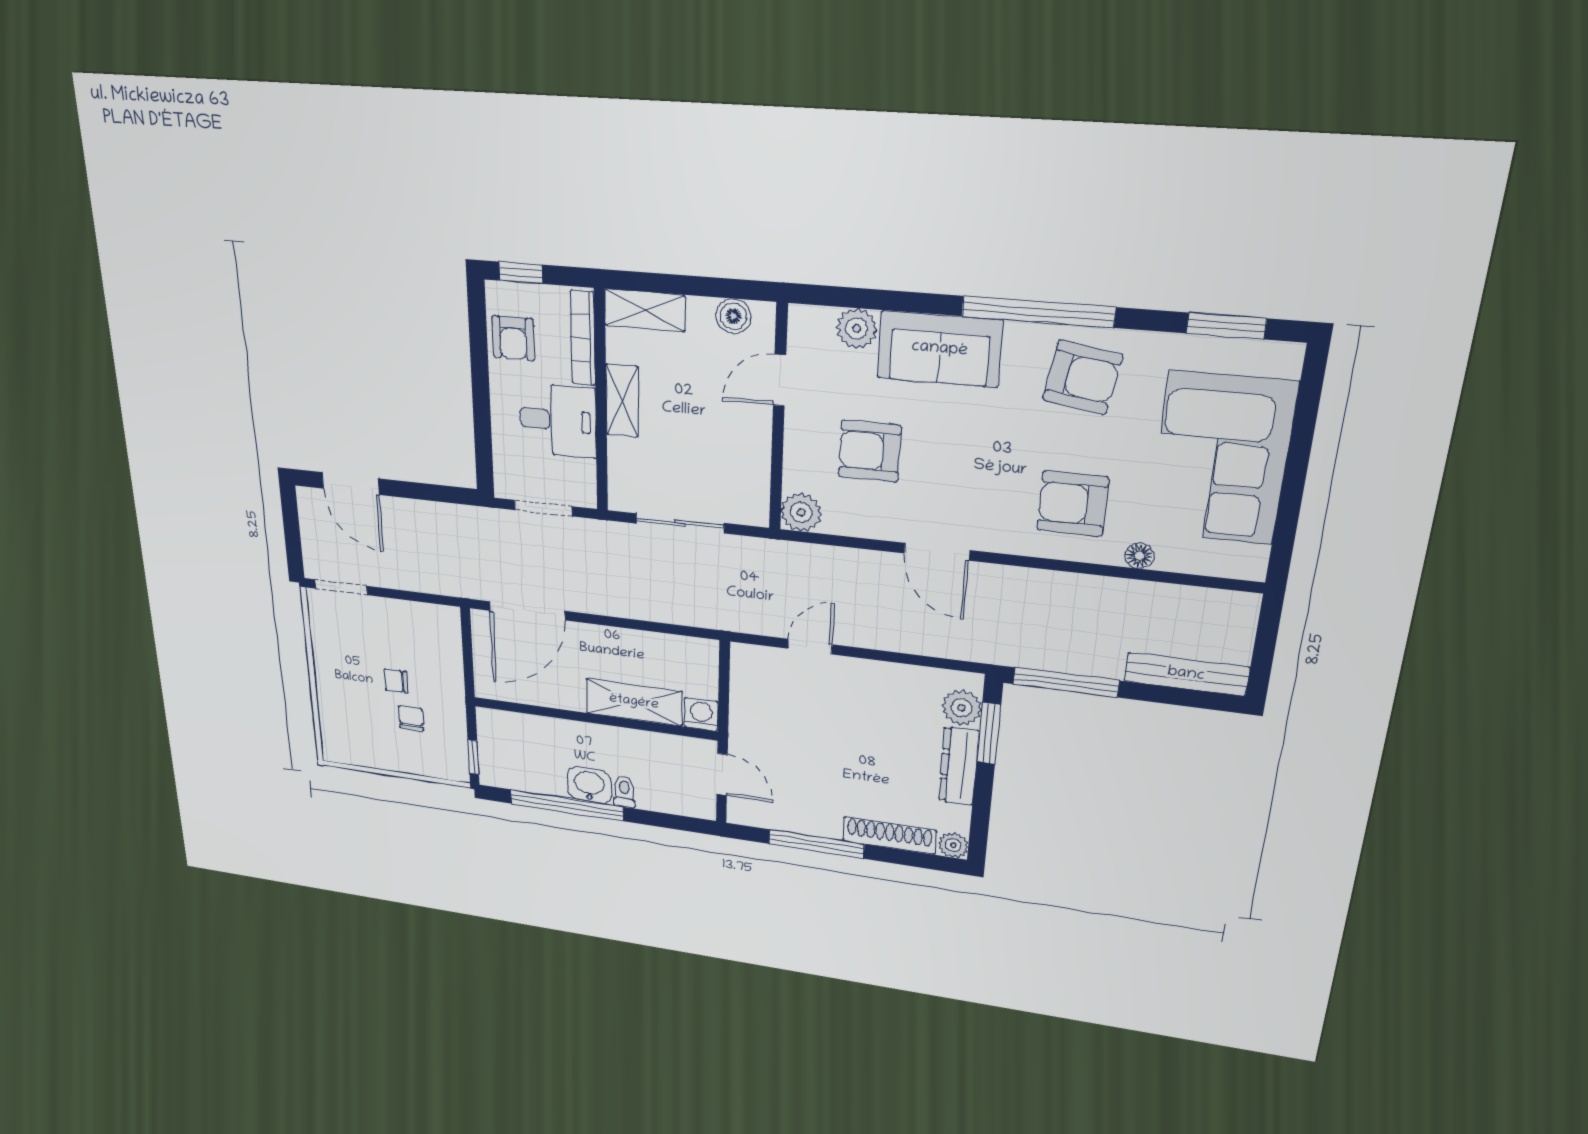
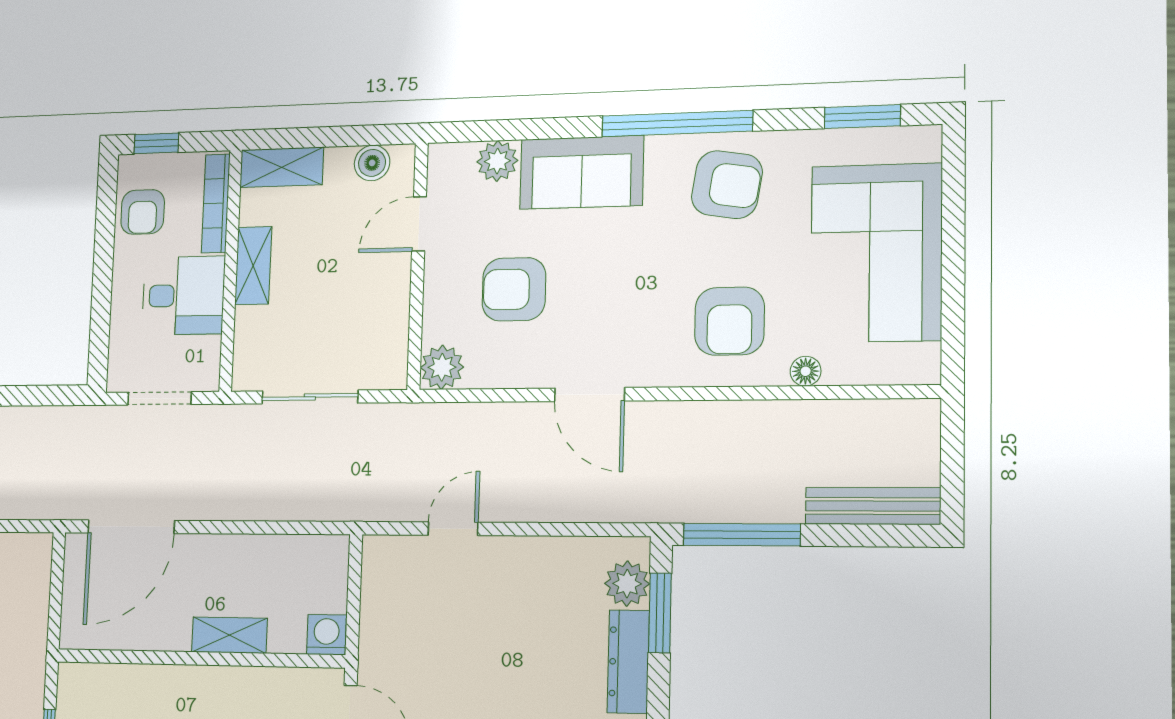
armchair: (1073, 504) -> (730, 321), turned -90
shelving: (634, 702) -> (229, 635), width x0.67, depth x0.75

